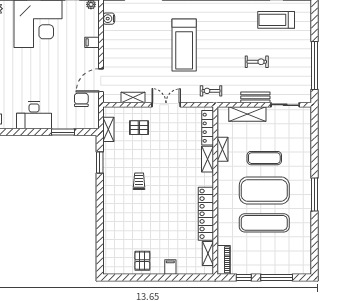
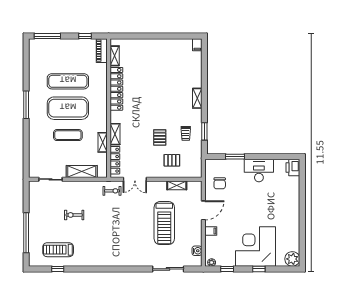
treadmill: (276, 20) -> (58, 250), turned 180
treadmill: (184, 45) -> (164, 223), moved, turned 180
window: (315, 66) -> (26, 233), moved
door: (101, 80) -> (203, 210), moved
bench: (255, 97) -> (75, 185), removed
double door: (166, 105) -> (135, 179), moved
shelving: (108, 129) -> (197, 98), moved
trolley: (139, 181) -> (186, 133), moved
pallet: (142, 261) -> (160, 137), moved
filing cabinet: (170, 267) -> (197, 45), moved
window: (277, 277) -> (47, 36), moved

